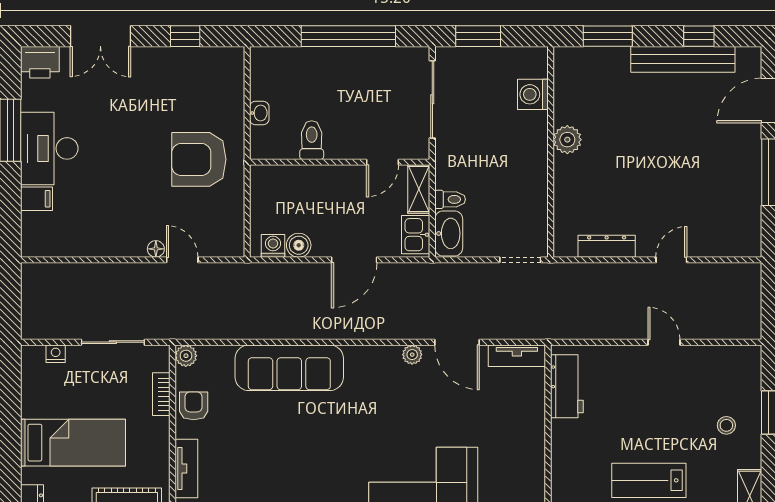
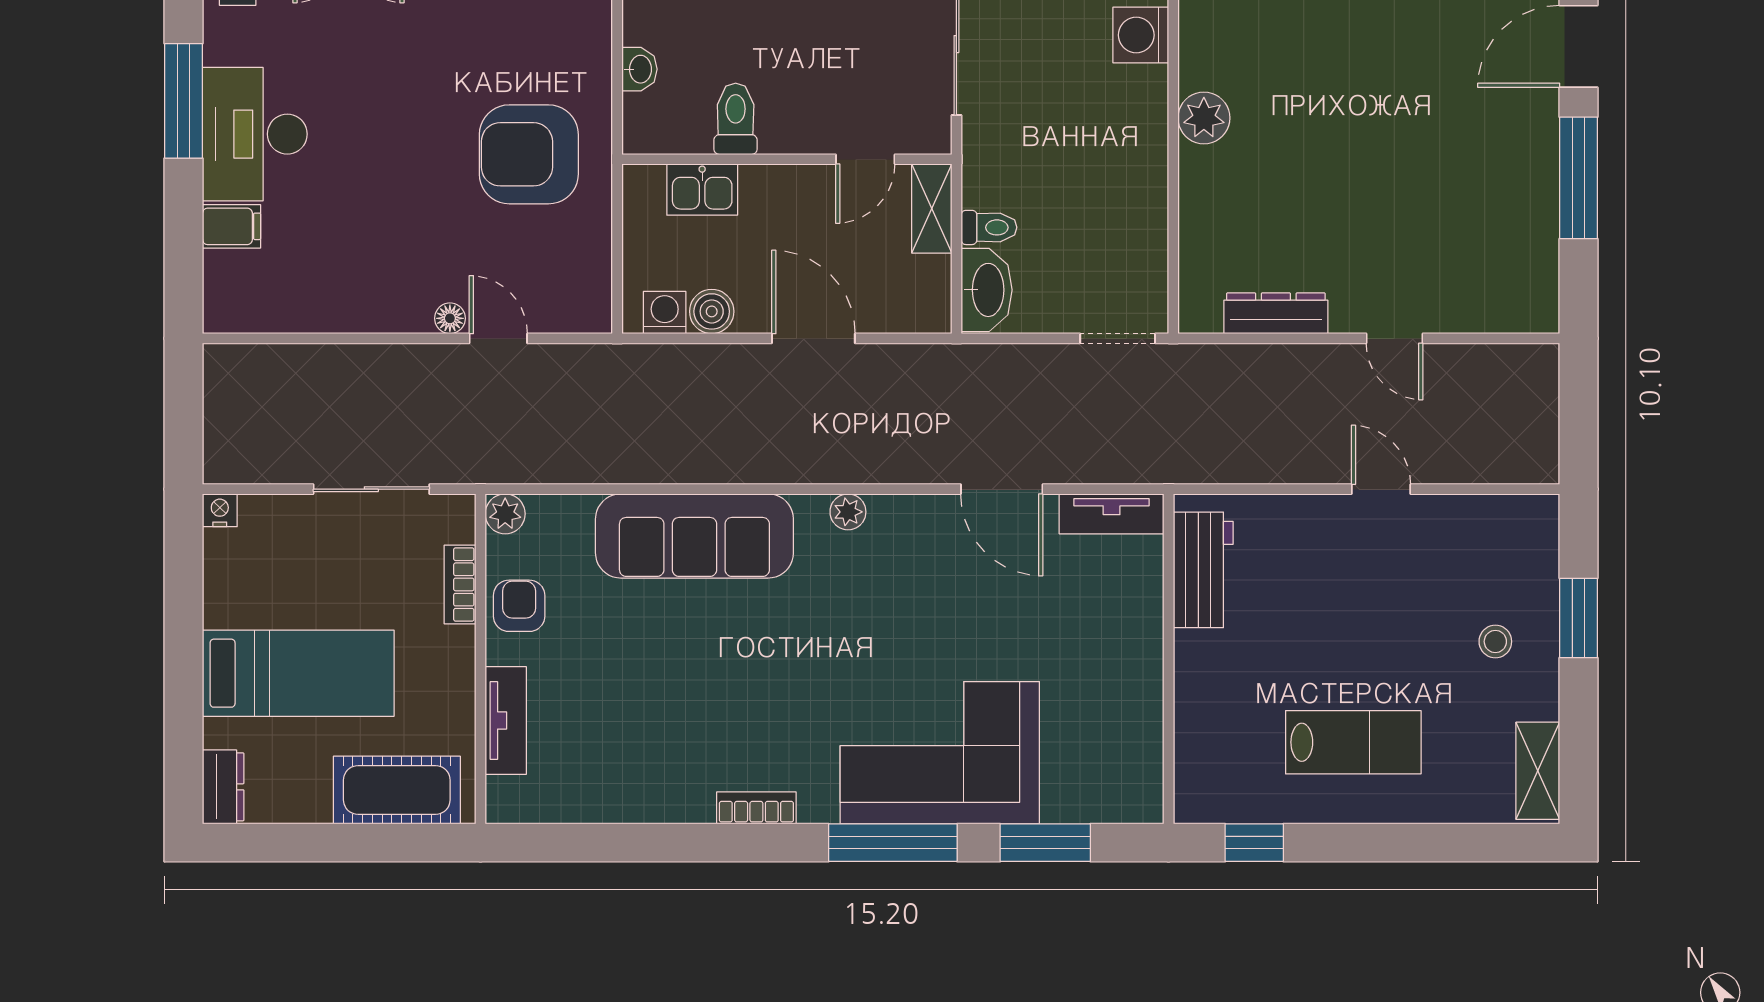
kitchen sink: (416, 235) -> (702, 190), moved, turned -90
door: (354, 260) -> (813, 338), swing flipped
door: (671, 260) -> (1395, 338), swing flipped
nightstand: (56, 354) -> (220, 510), moved
plant: (412, 355) -> (848, 512), moved
lab bench: (649, 480) -> (1353, 742), turned 180

